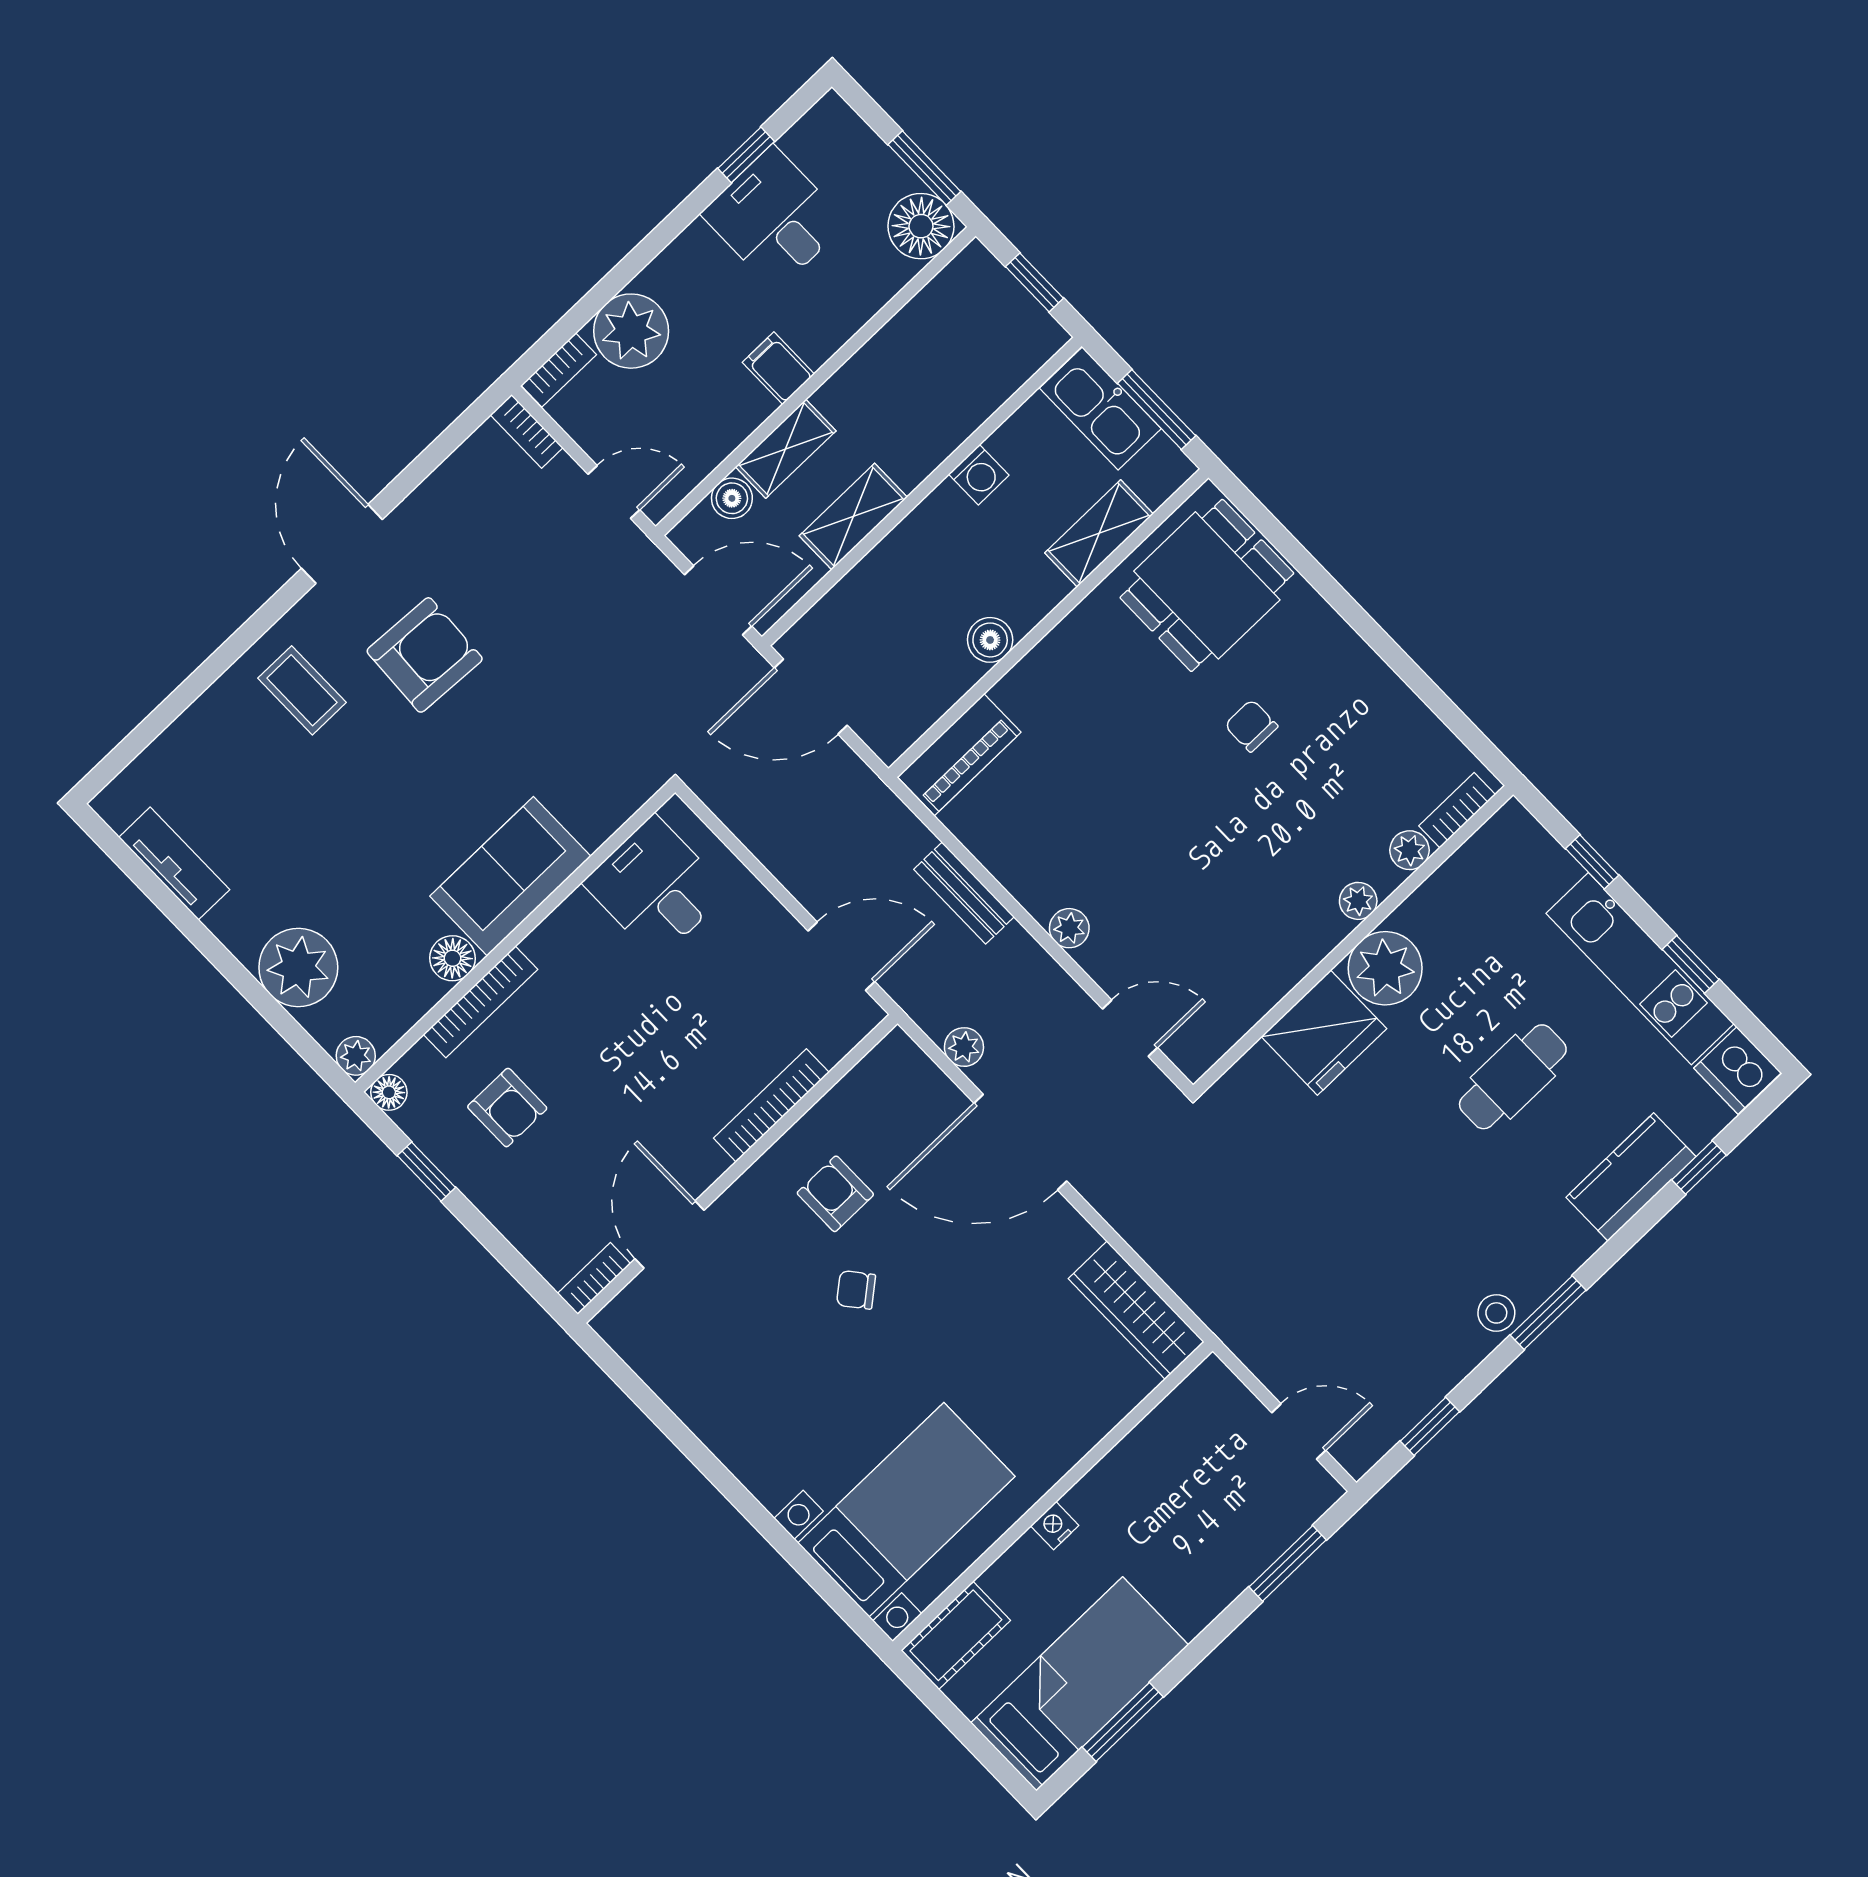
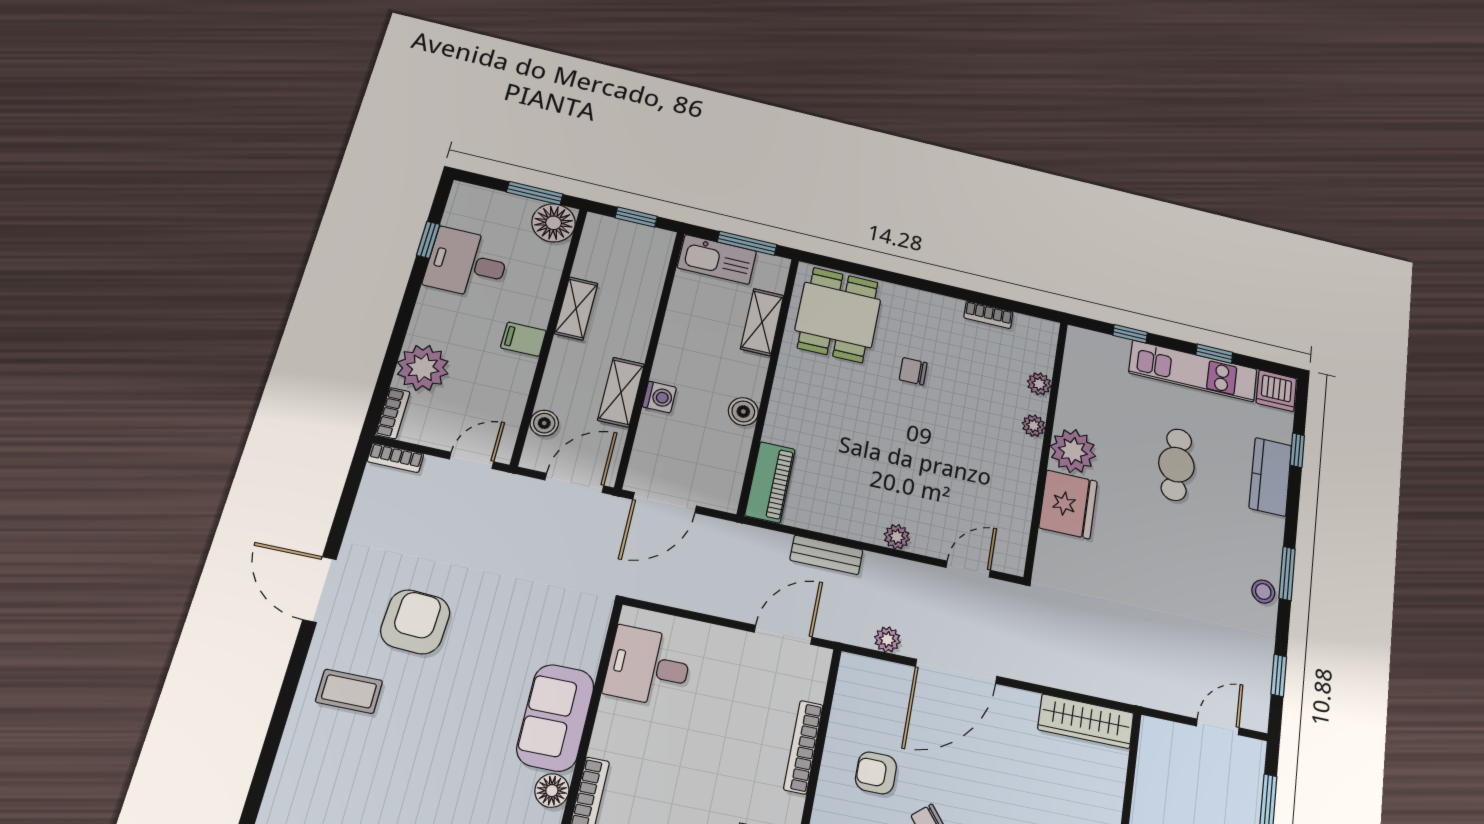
shelving: (786, 449) -> (576, 308), moved
washing machine: (979, 475) -> (659, 397), moved
bookcase: (1457, 810) -> (988, 315), moved, turned -90

